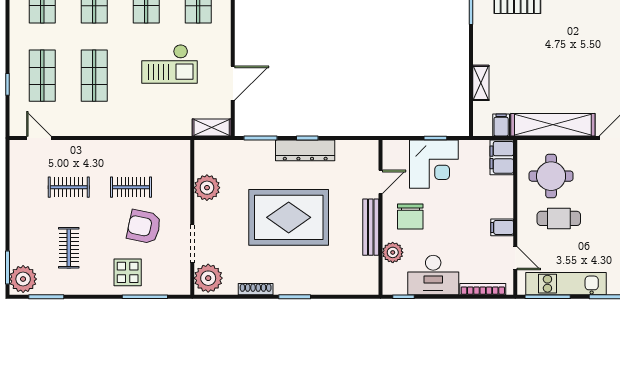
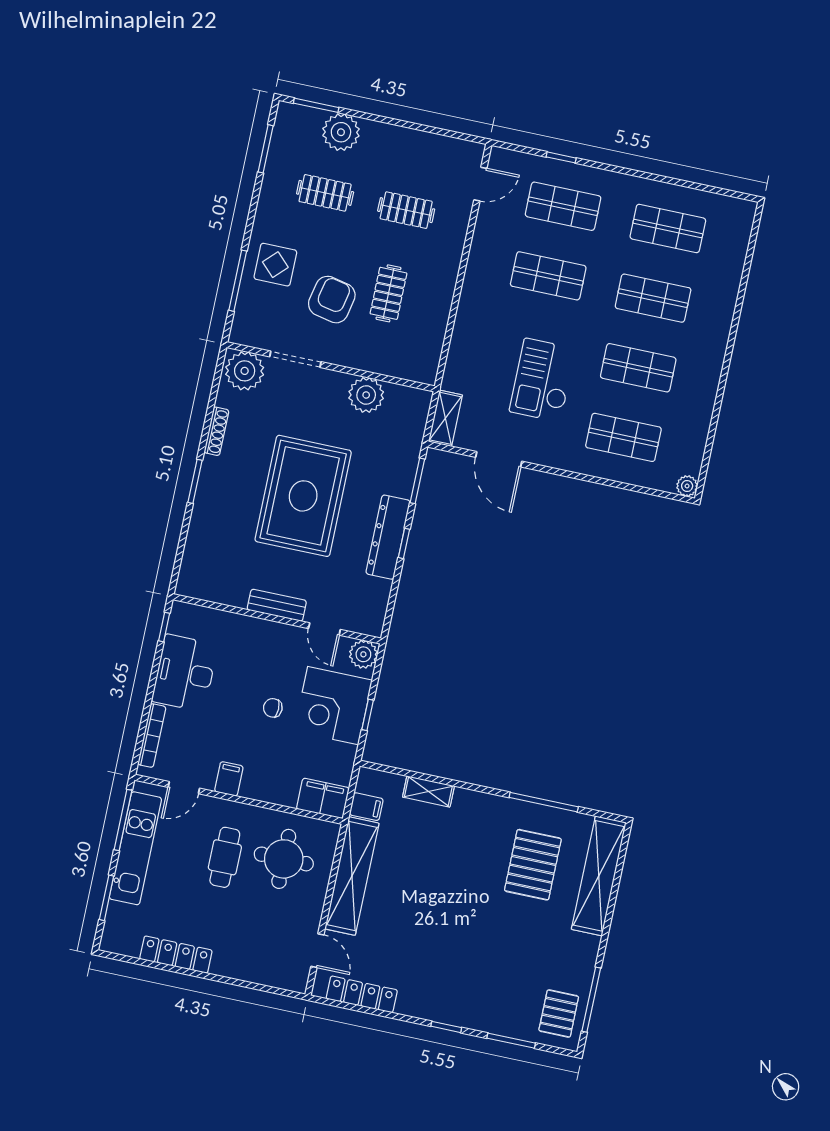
clothes rail: (69, 187) -> (406, 210), turned 90
chair: (410, 217) -> (273, 708), moved, width x0.54, depth x0.54
bench: (371, 227) -> (277, 605), width x0.73
plant: (393, 252) -> (363, 654), moved
plant: (23, 279) -> (341, 132), moved

